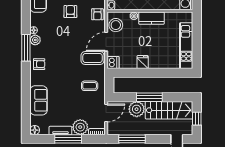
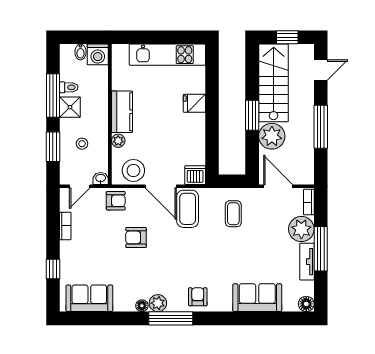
armchair: (70, 12) -> (136, 237), moved
fridge: (143, 62) -> (194, 103), moved
window: (149, 97) -> (252, 115), width x0.69
window: (132, 139) -> (321, 127), moved

